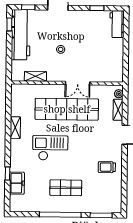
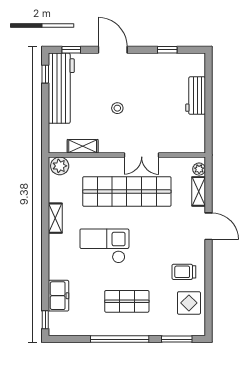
workbench: (117, 24) -> (196, 96), moved
plant: (19, 90) -> (60, 166), added
window: (8, 173) -> (45, 320), moved
display table: (110, 190) -> (189, 303), added

